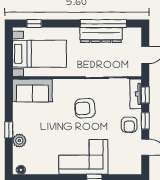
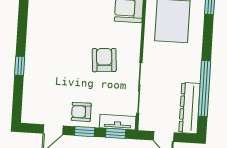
dresser: (101, 35) -> (189, 108), moved
corner sofa: (83, 157) -> (46, 55), removed

